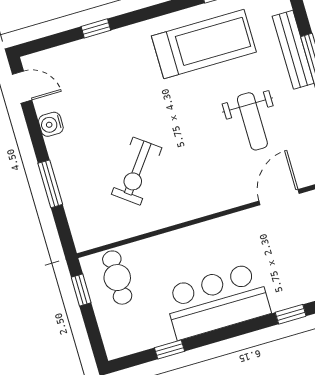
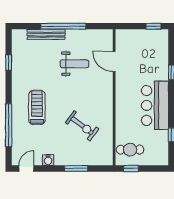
window: (96, 28) -> (9, 125), width x3.17
treadmill: (204, 44) -> (37, 107), moved, width x0.73, depth x0.73

